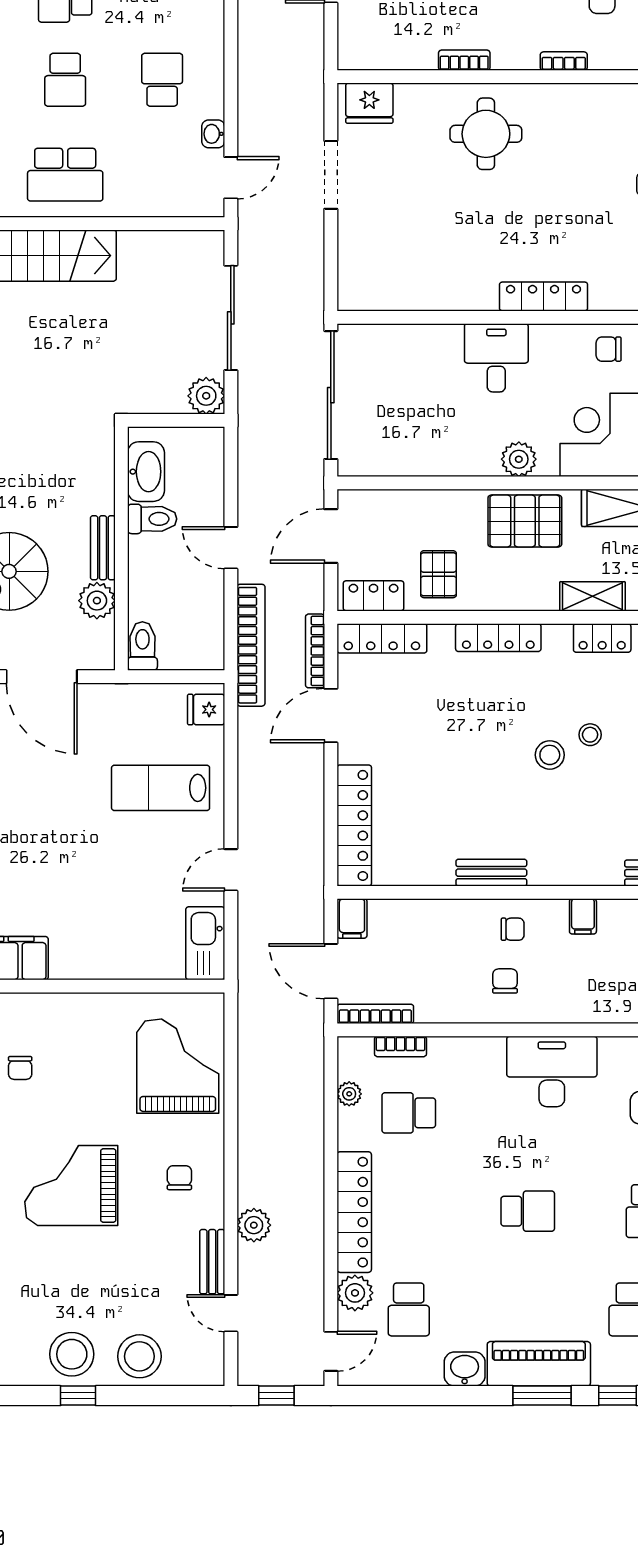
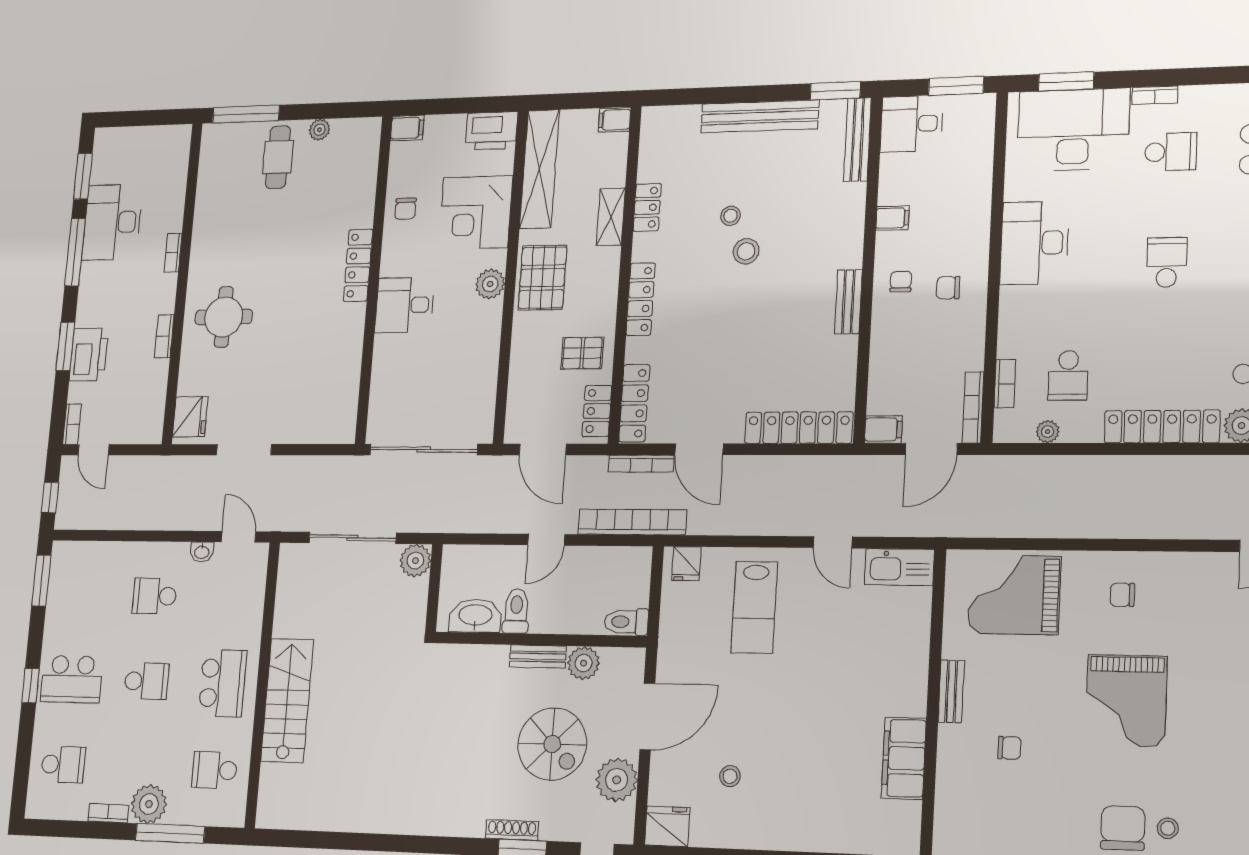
plant: (254, 1225) -> (1171, 523), removed
bench: (212, 1262) -> (951, 691), moved, turned 90

